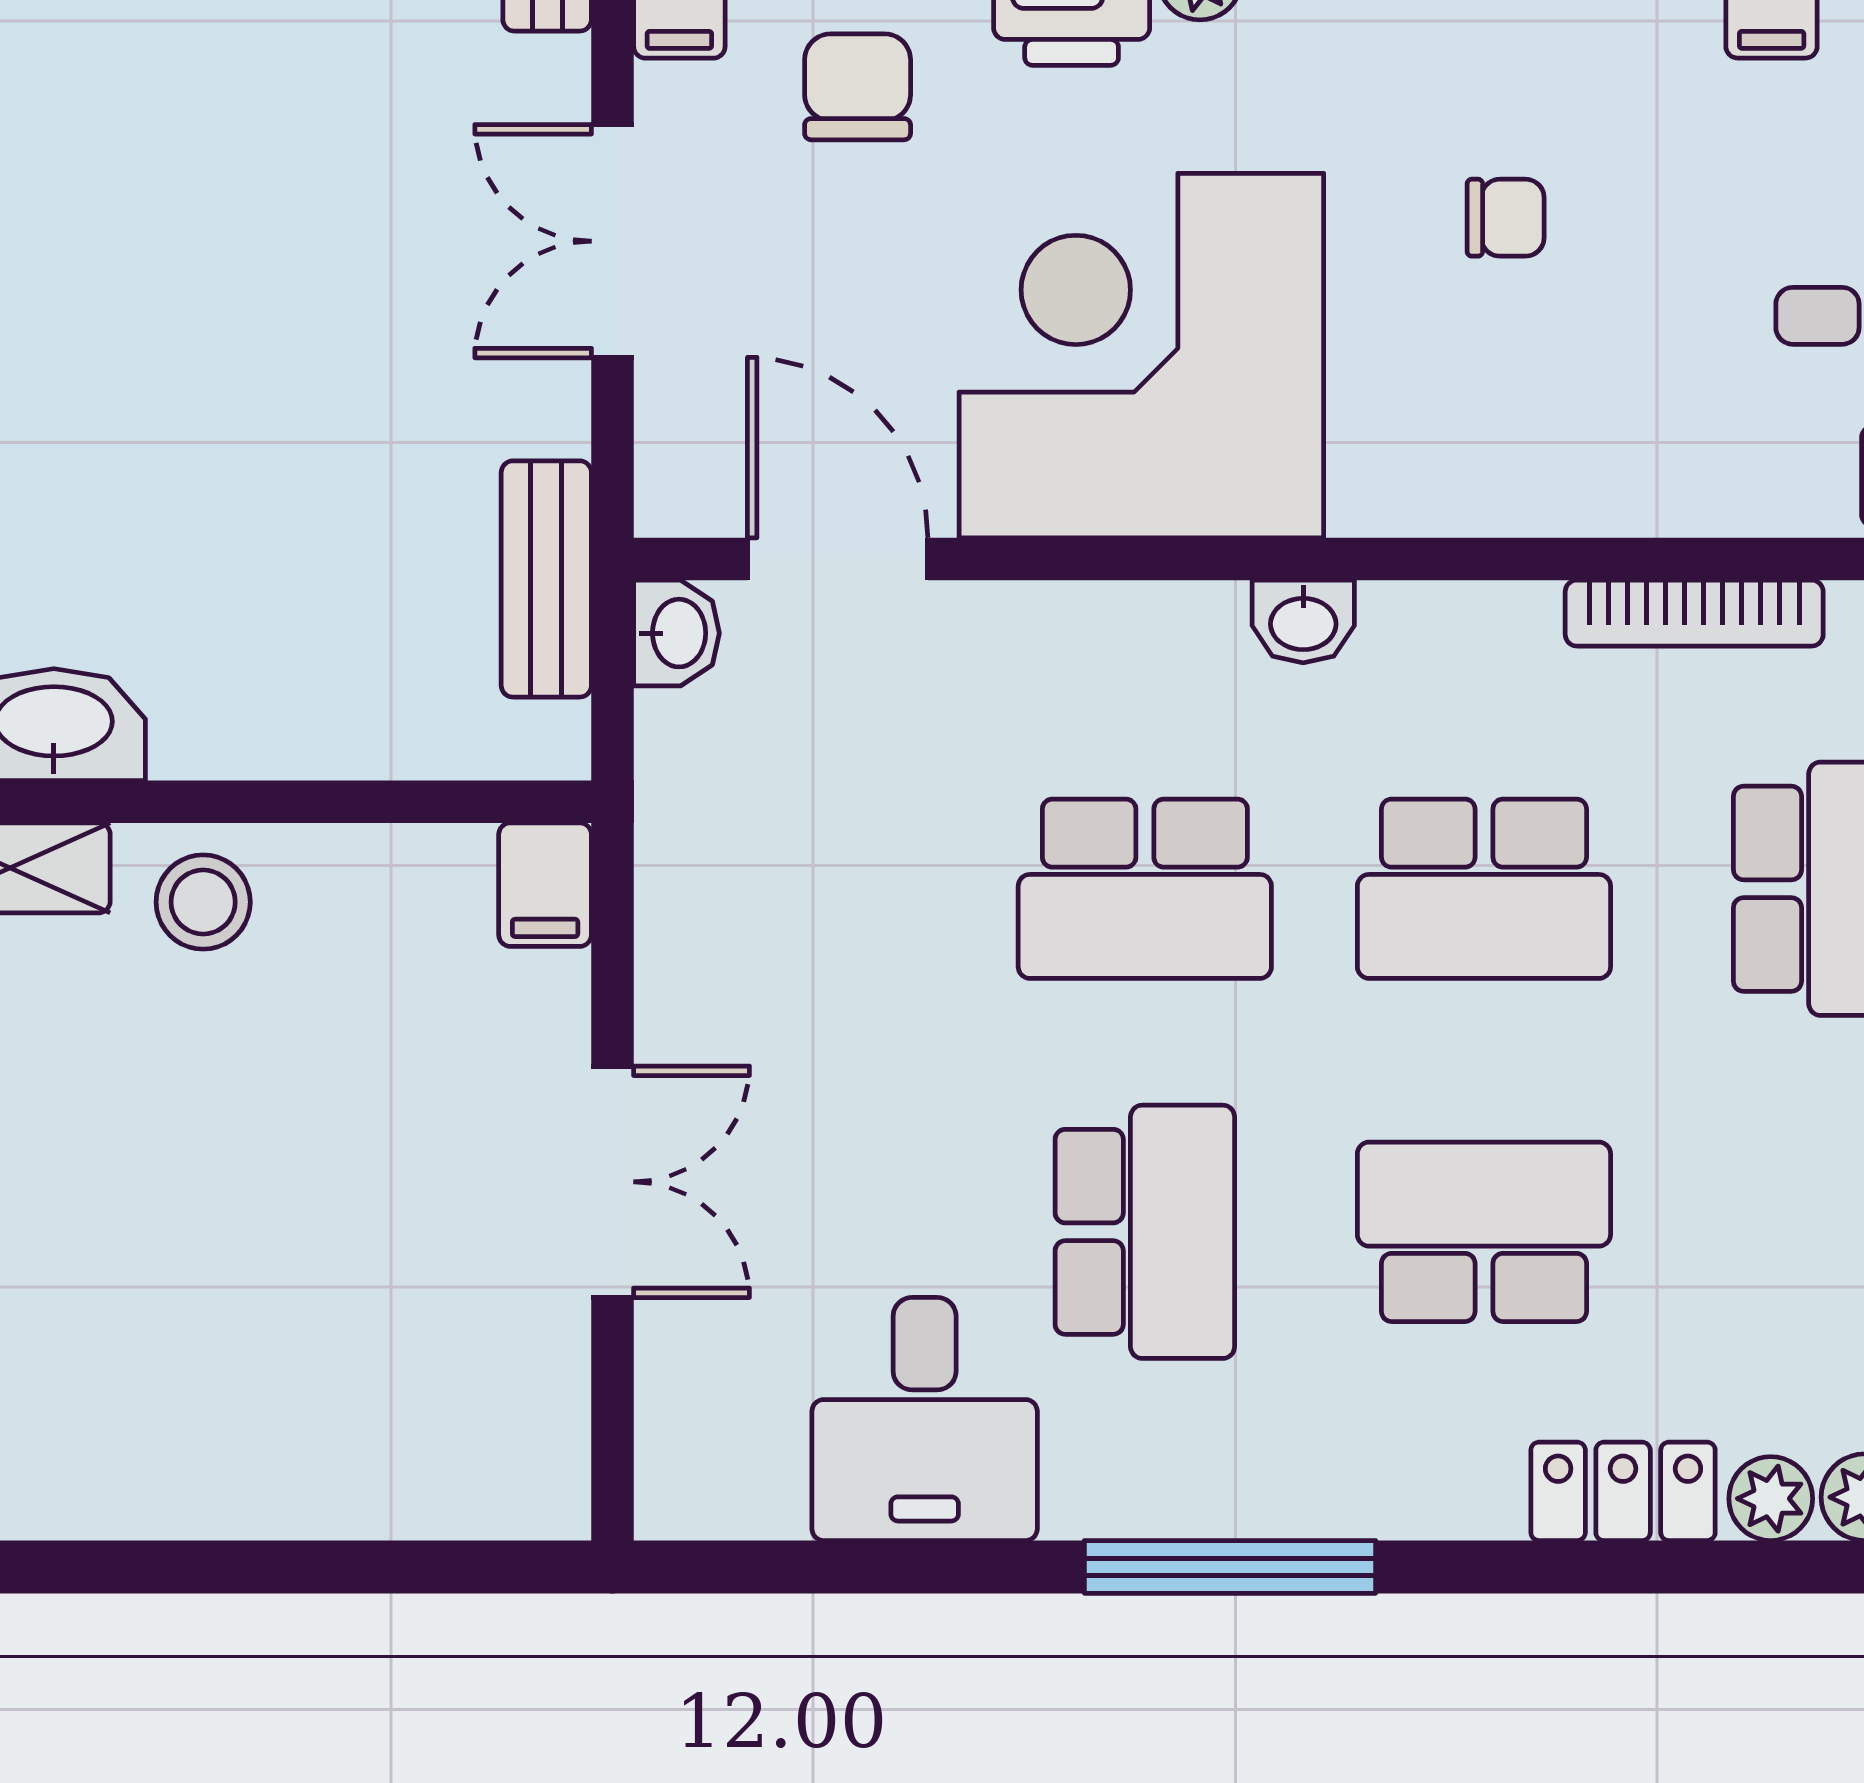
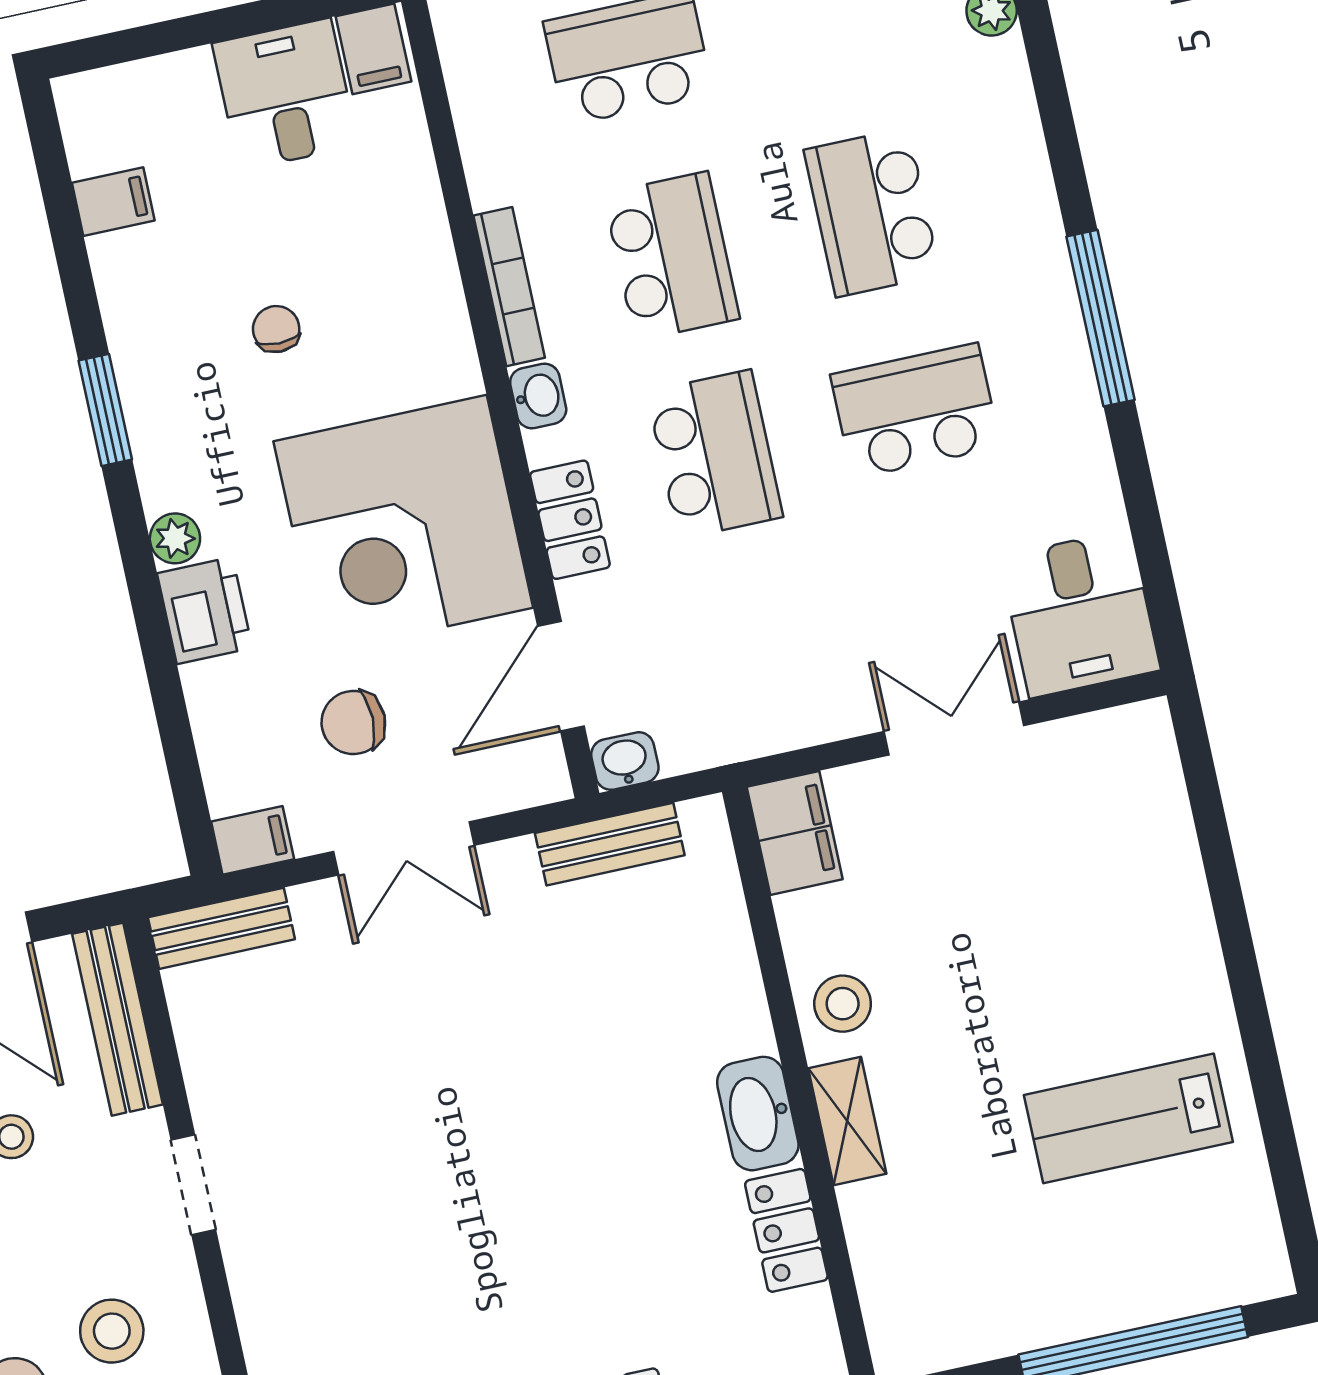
chair: (858, 87) -> (353, 722), moved
bookcase: (1694, 613) -> (509, 287), moved
filing cabinet: (545, 885) -> (795, 833), width x2.00
desk: (925, 1419) -> (1080, 614), moved, turned 90
locker: (1623, 1491) -> (570, 520), moved, turned 180

